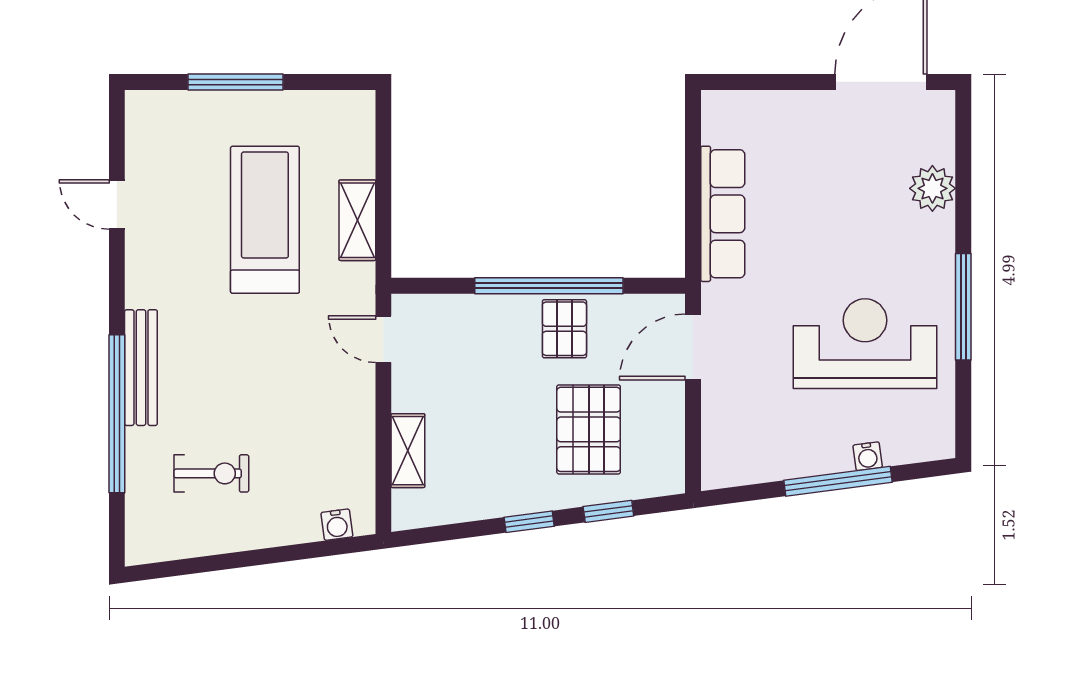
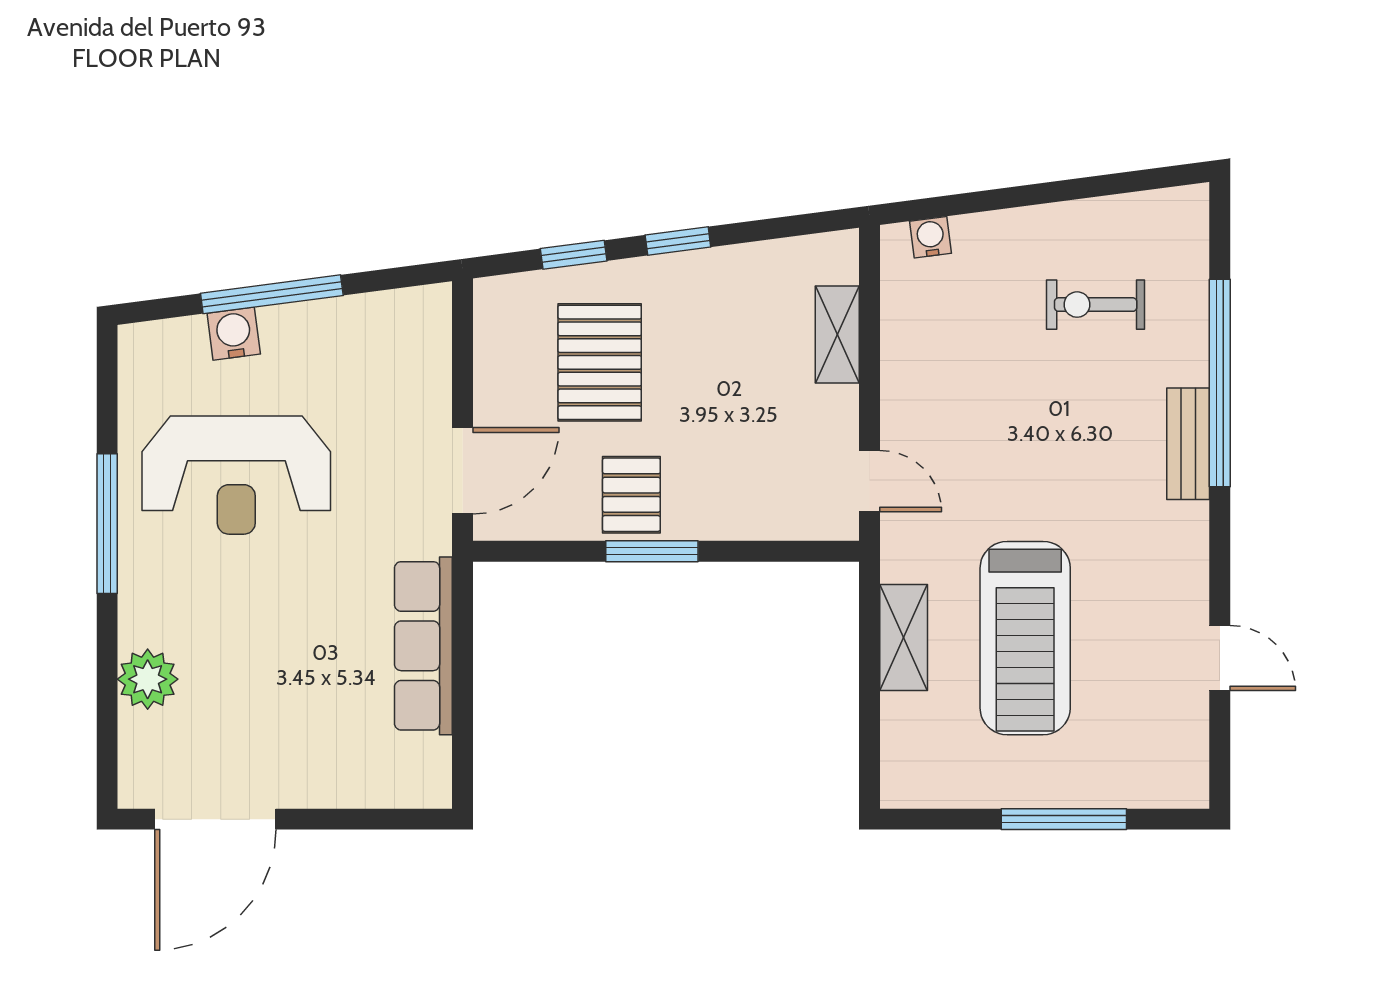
window: (549, 286) -> (652, 551), width x0.47
bench: (141, 368) -> (1188, 444), width x0.73
water cooler: (868, 456) -> (234, 334), width x1.38, depth x1.38

